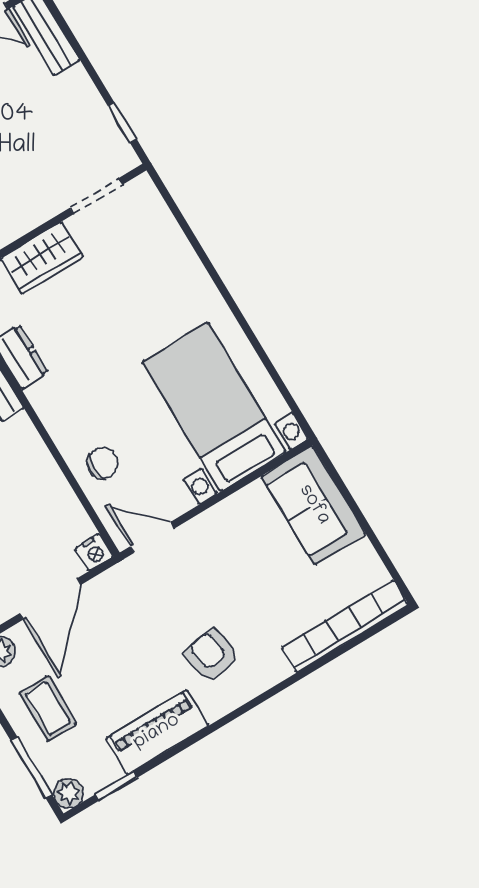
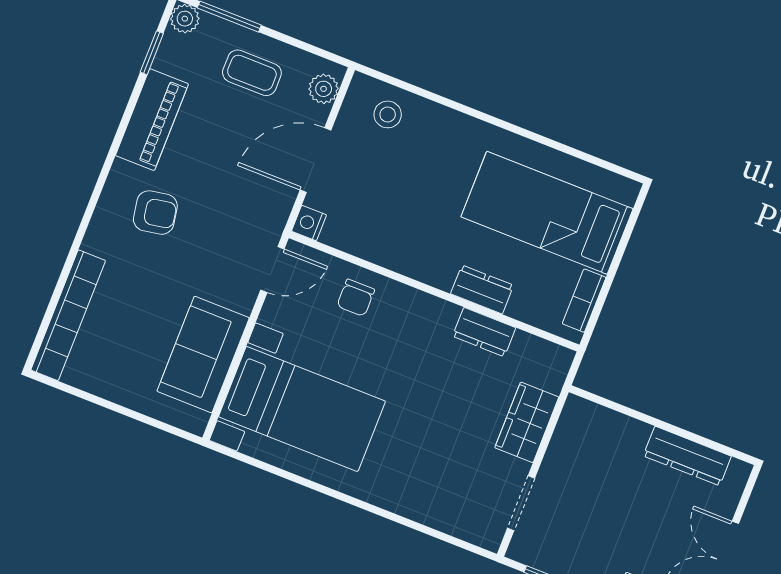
sofa: (314, 505) -> (203, 355), moved, turned -90
door: (50, 599) -> (316, 160), hinge flipped

